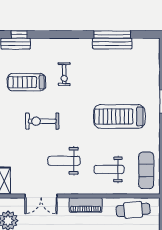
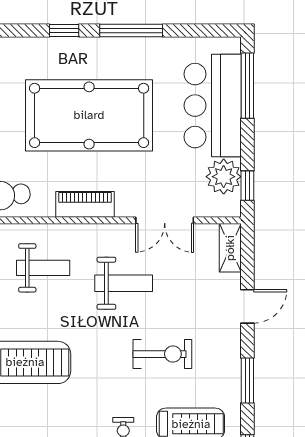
double door: (41, 196) -> (165, 220), swing flipped

